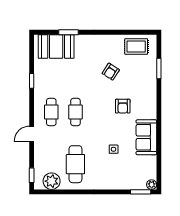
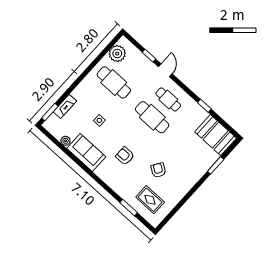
booth: (56, 46) -> (216, 135), moved, turned 90
rug: (136, 47) -> (150, 200), moved, turned 90
cafe table: (75, 112) -> (152, 117), width x1.37, depth x1.35
window: (32, 175) -> (149, 56), moved
fireplace: (126, 184) -> (65, 106), added
plant: (152, 185) -> (66, 141), moved

